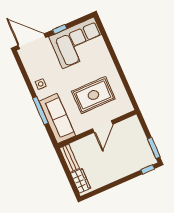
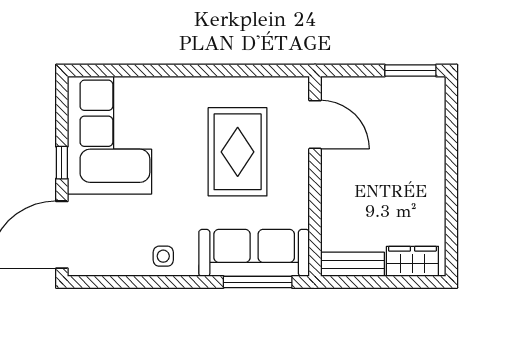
window: (40, 111) -> (258, 282), moved
door: (103, 126) -> (315, 125), moved
window: (148, 169) -> (451, 104), removed

